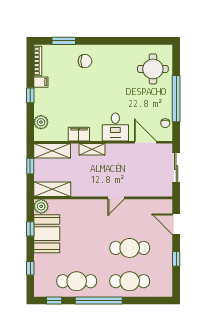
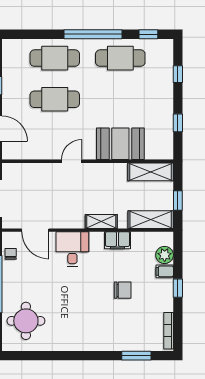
chair: (85, 61) -> (123, 290), moved, turned 180
filing cabinet: (41, 82) -> (165, 271), moved
plant: (41, 206) -> (164, 151), removed
booth: (47, 234) -> (120, 144), moved, turned 90

